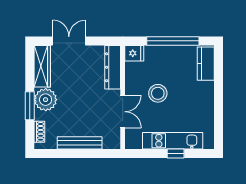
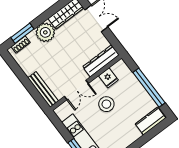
fridge: (134, 53) -> (108, 78), moved
window: (30, 106) -> (22, 33), moved
bench: (80, 143) -> (43, 89), moved

